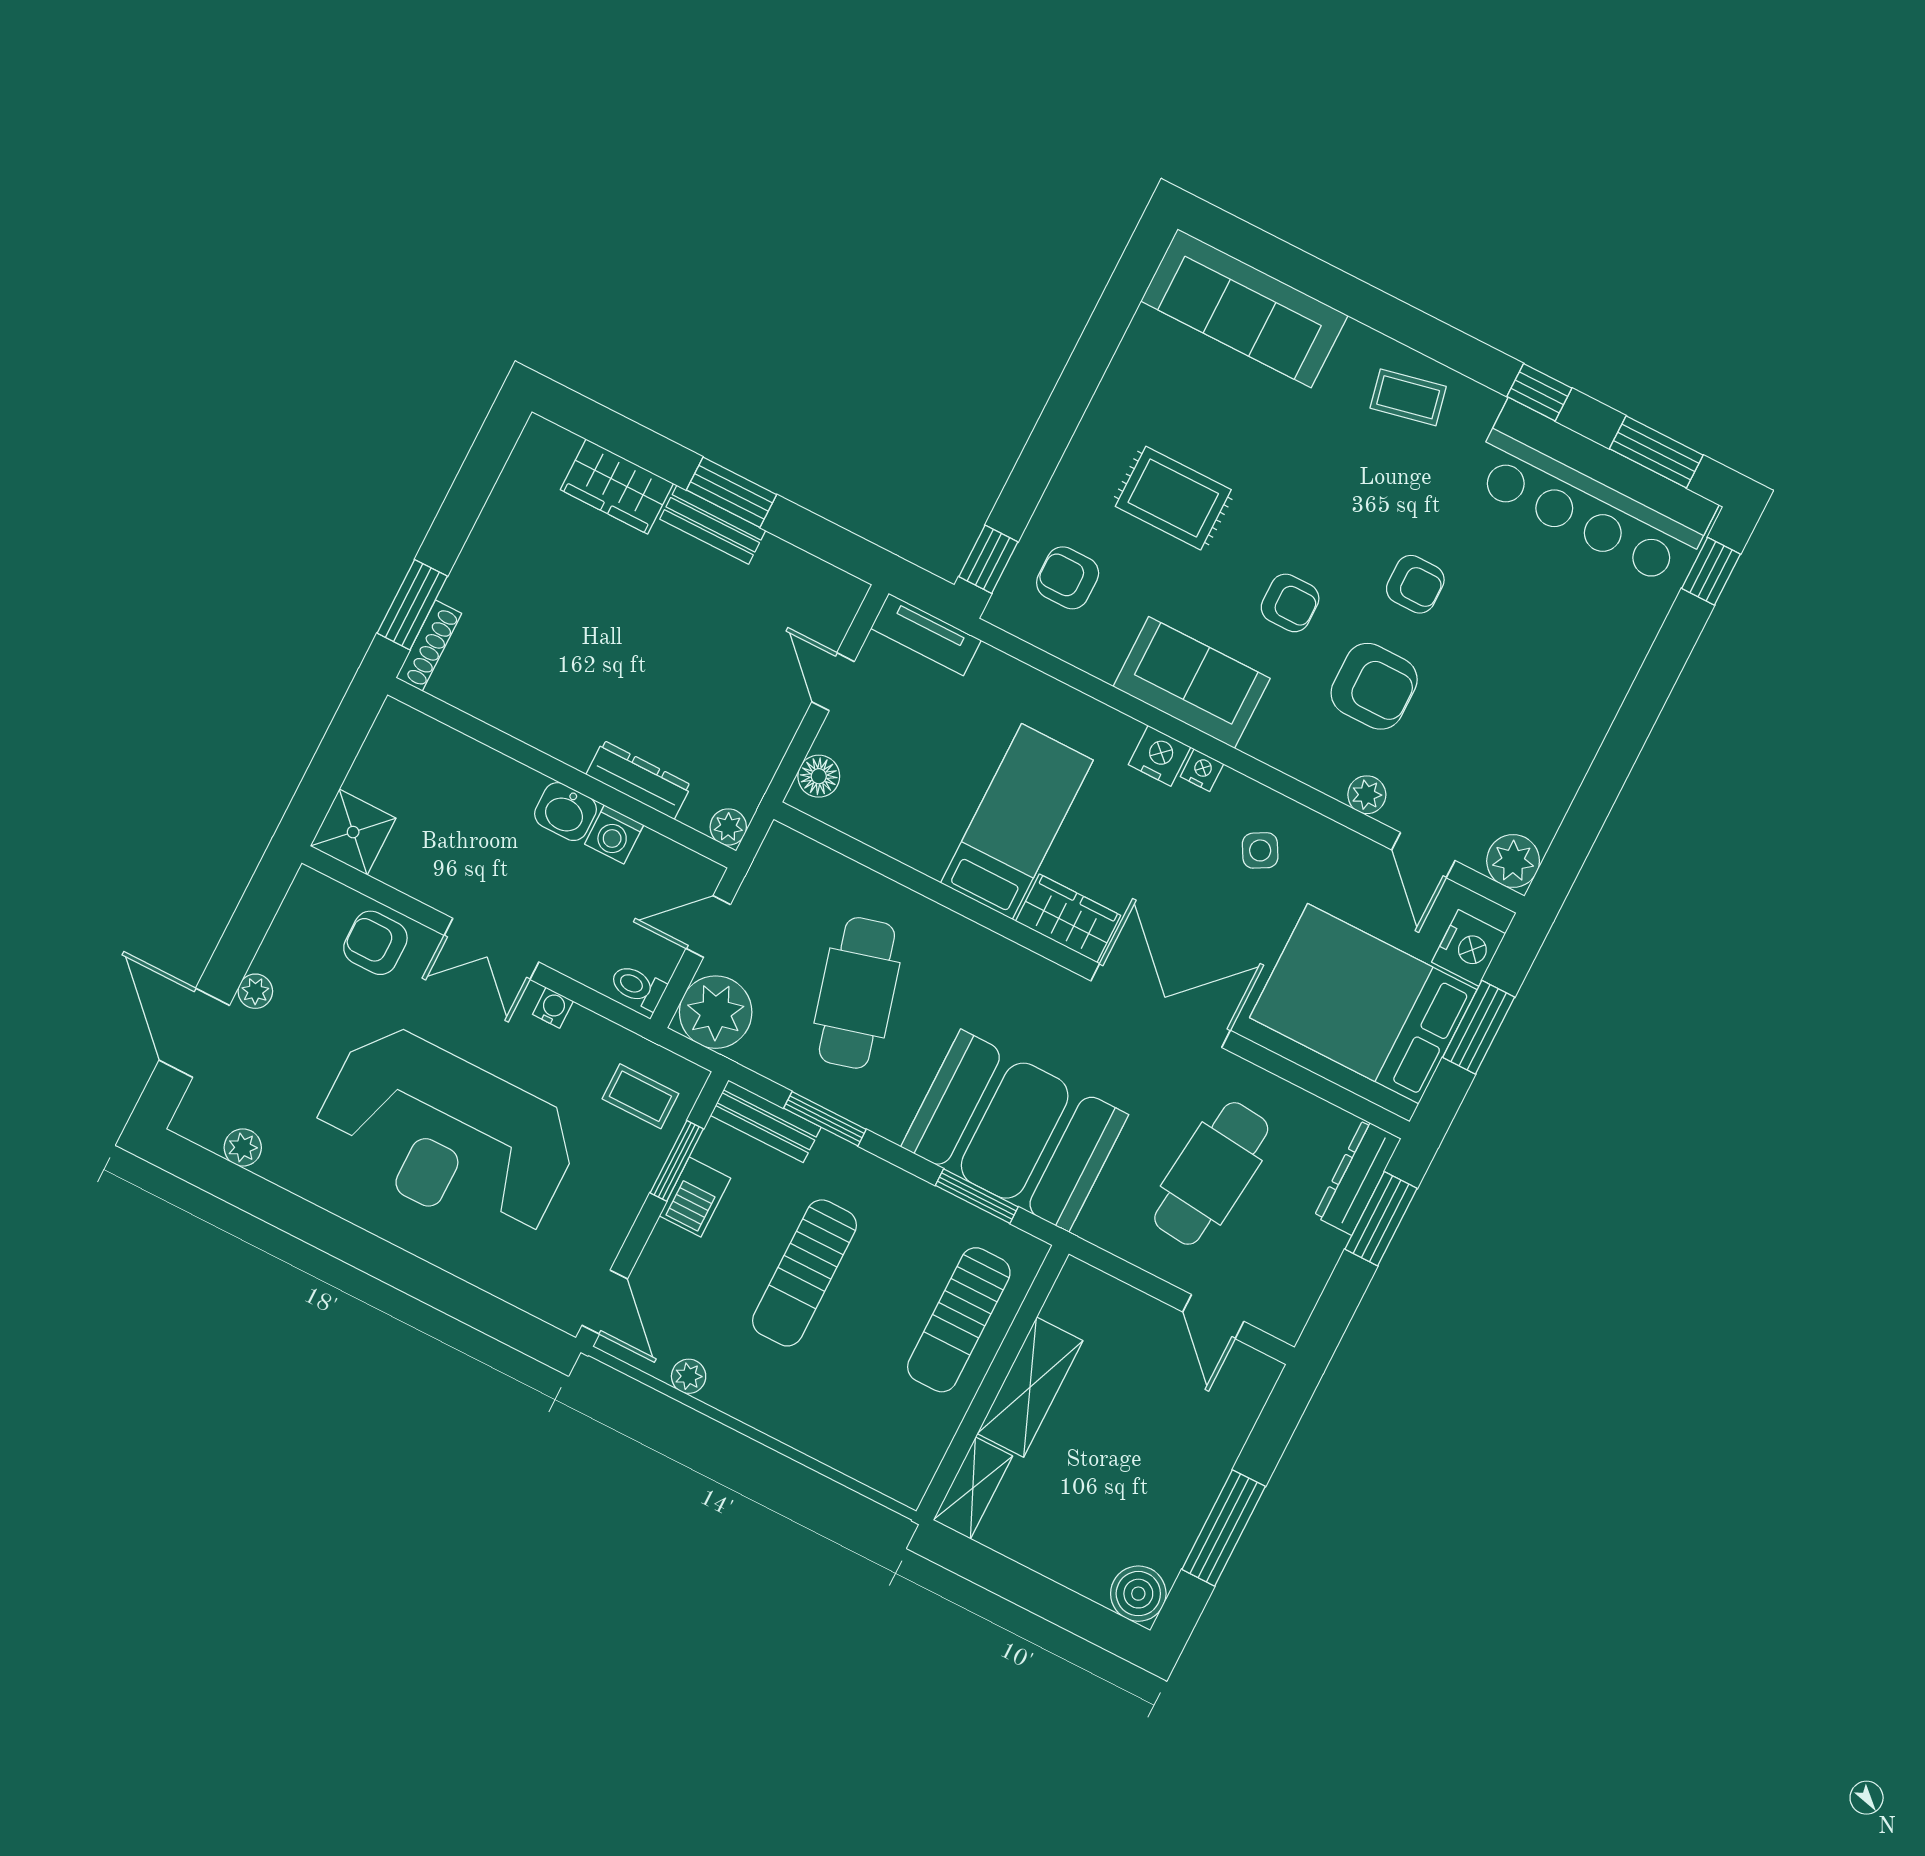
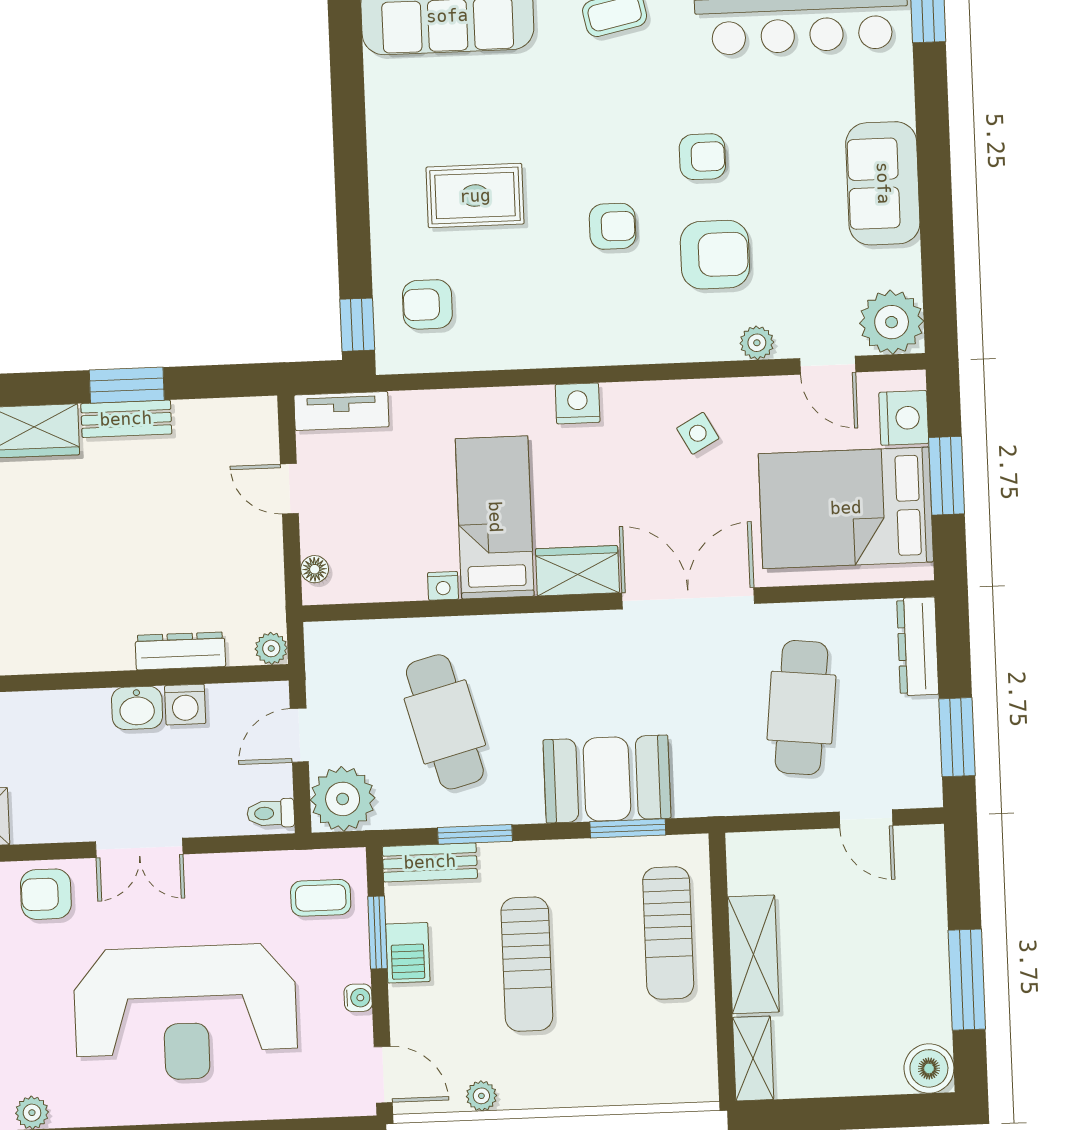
sofa: (1192, 682) -> (883, 183), moved, turned -90
nightstand: (1202, 770) -> (443, 586), moved, turned 180
floor lamp: (819, 776) -> (315, 569), width x0.73, depth x0.73
plant: (1513, 861) -> (892, 322), width x1.36, depth x1.36
water cooler: (553, 1008) -> (358, 998), moved, turned 90
booth: (1015, 1131) -> (607, 779), width x0.73, depth x0.70
window: (1381, 1219) -> (957, 737), moved

